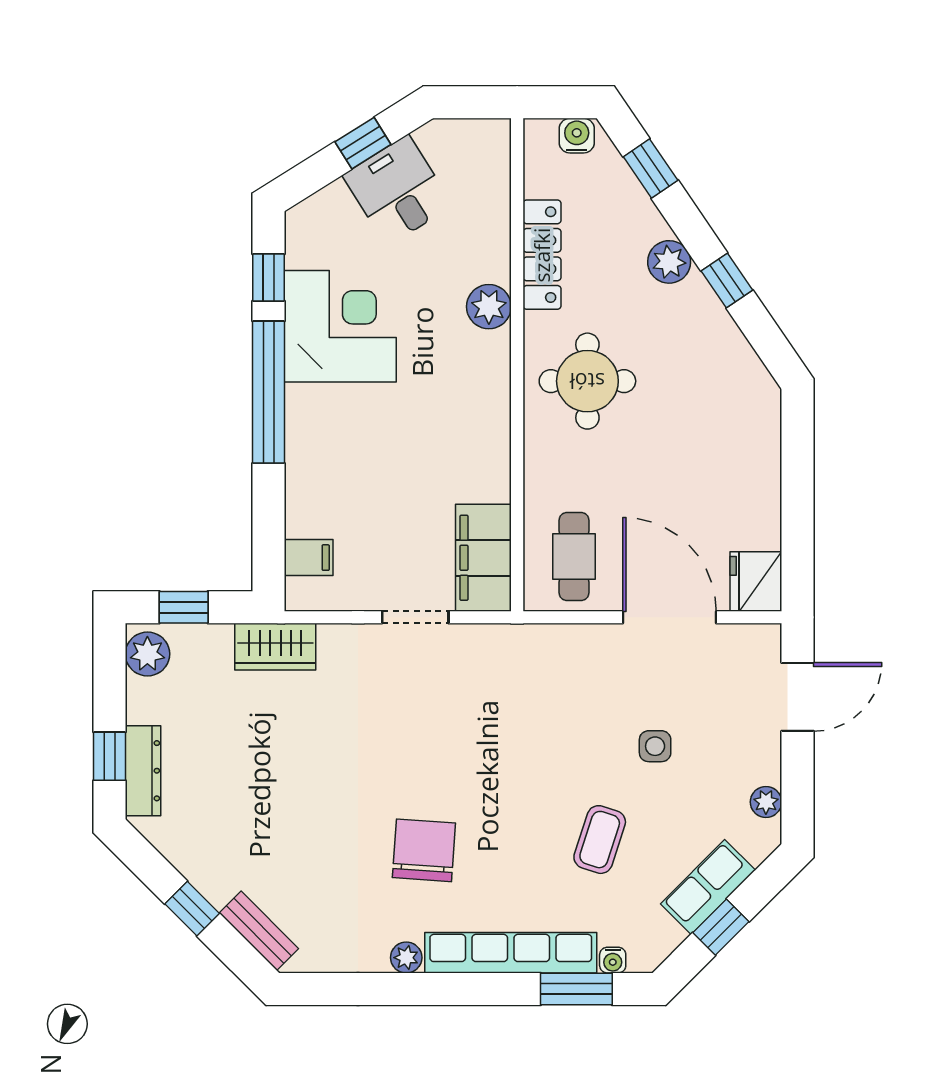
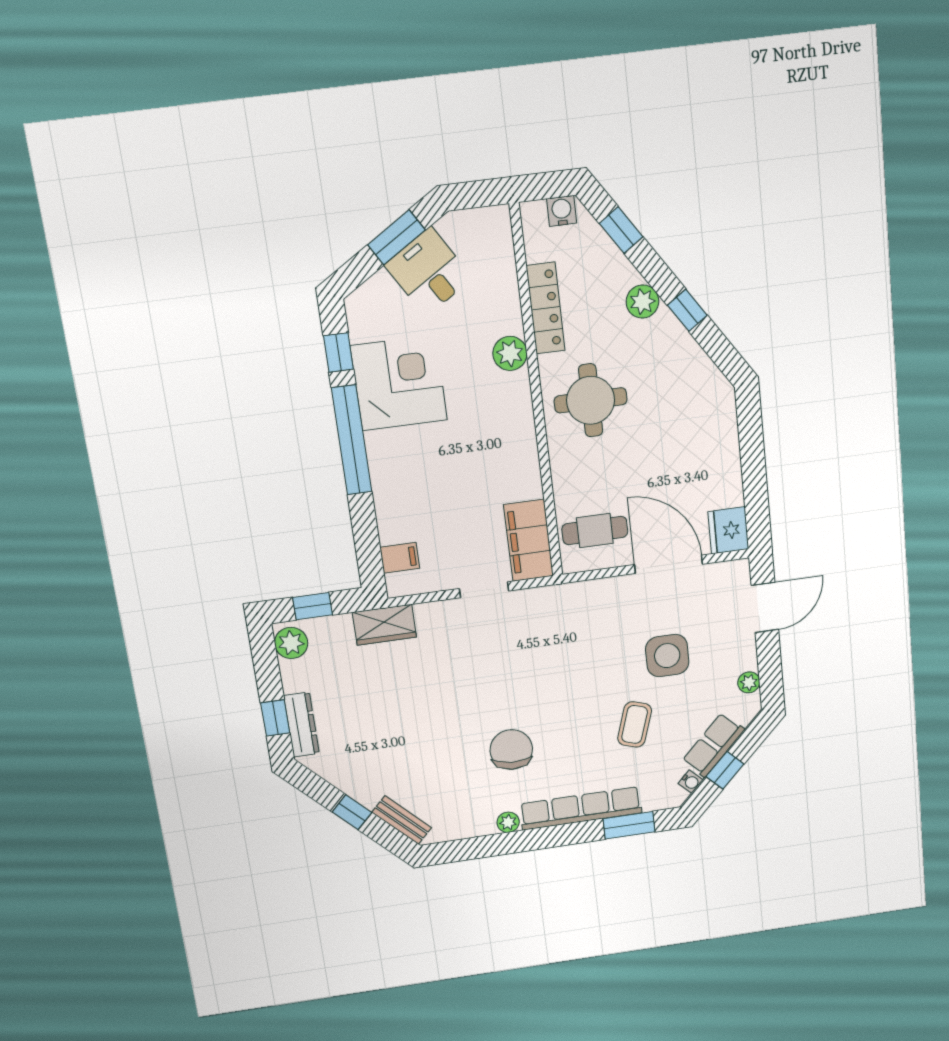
window: (363, 143) -> (396, 237), width x1.50
cafe table: (574, 556) -> (595, 531), turned 90
side table: (655, 746) -> (667, 656), width x1.87, depth x1.87
water cooler: (613, 960) -> (691, 782), moved, turned -45

